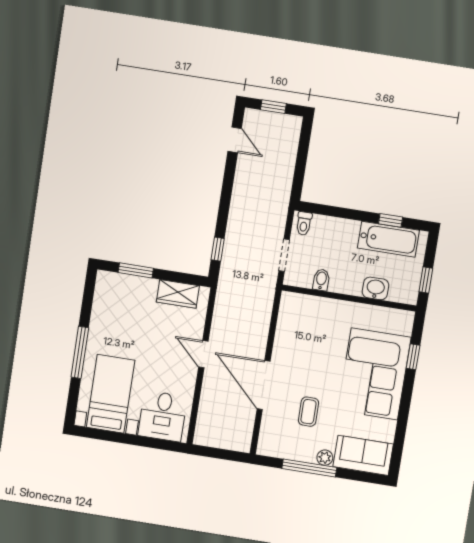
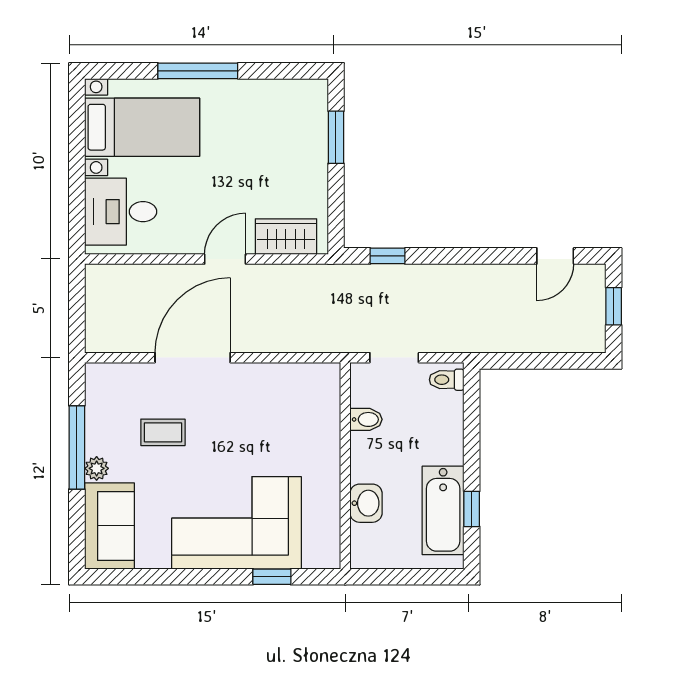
window: (426, 280) -> (391, 577), removed
wardrobe: (178, 294) -> (286, 237), moved, turned 90

